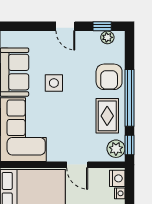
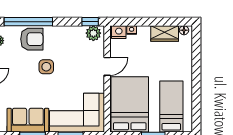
side table: (54, 83) -> (46, 67), moved
window: (130, 98) -> (28, 22), moved
rug: (107, 116) -> (65, 41), removed

